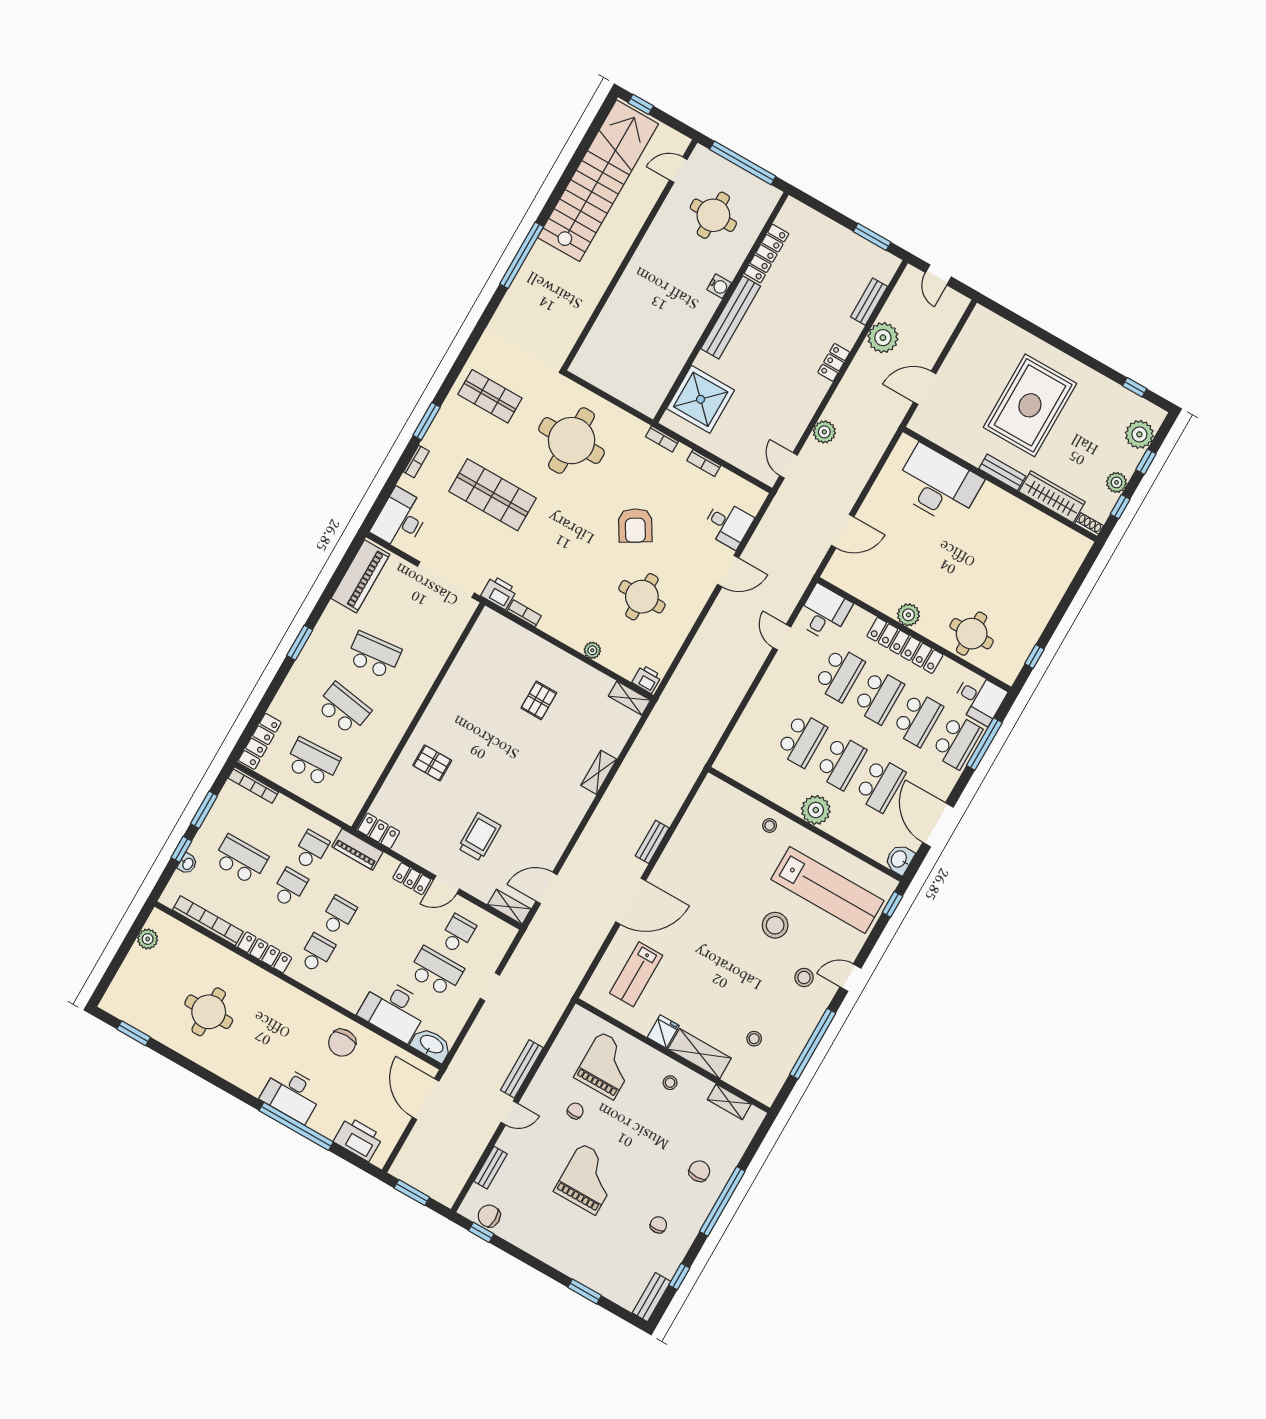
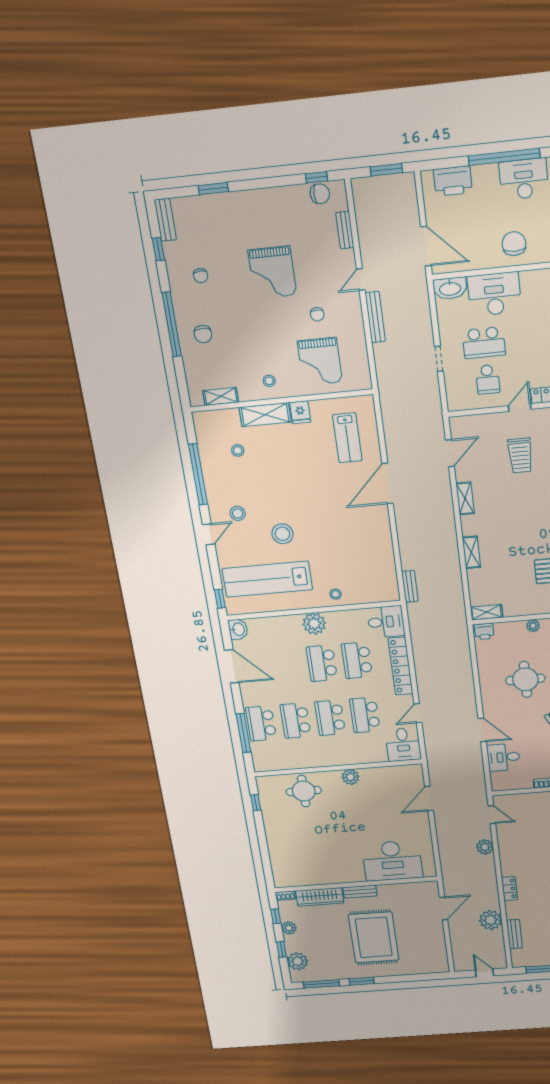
window: (1086, 359) -> (362, 981), added
window: (1135, 387) -> (321, 984), width x2.17
door: (728, 571) -> (482, 730), swing flipped
door: (782, 637) -> (418, 713), swing flipped
locker: (905, 645) -> (401, 666), moved, turned -90
desk: (979, 699) -> (386, 622), moved, turned 180
school desk: (880, 785) -> (287, 666), removed
bench: (652, 842) -> (410, 586), moved
shelving: (509, 907) -> (465, 498), moved, turned 90
lab bench: (636, 974) -> (347, 438), turned 180

